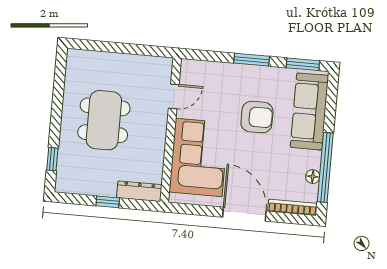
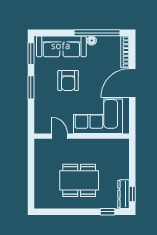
armchair: (257, 117) -> (68, 80), turned 180
floor lamp: (313, 177) -> (92, 41), moved
dresser: (139, 191) -> (123, 194), moved
window: (108, 202) -> (132, 194), moved

